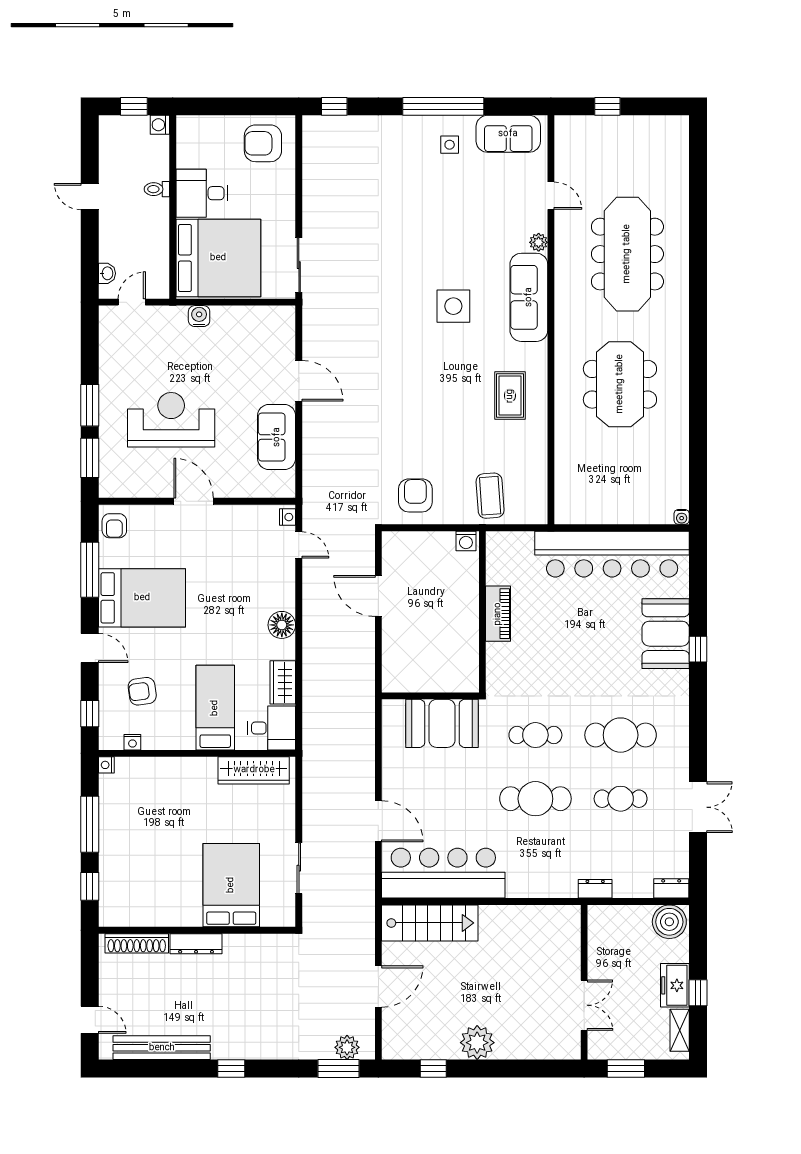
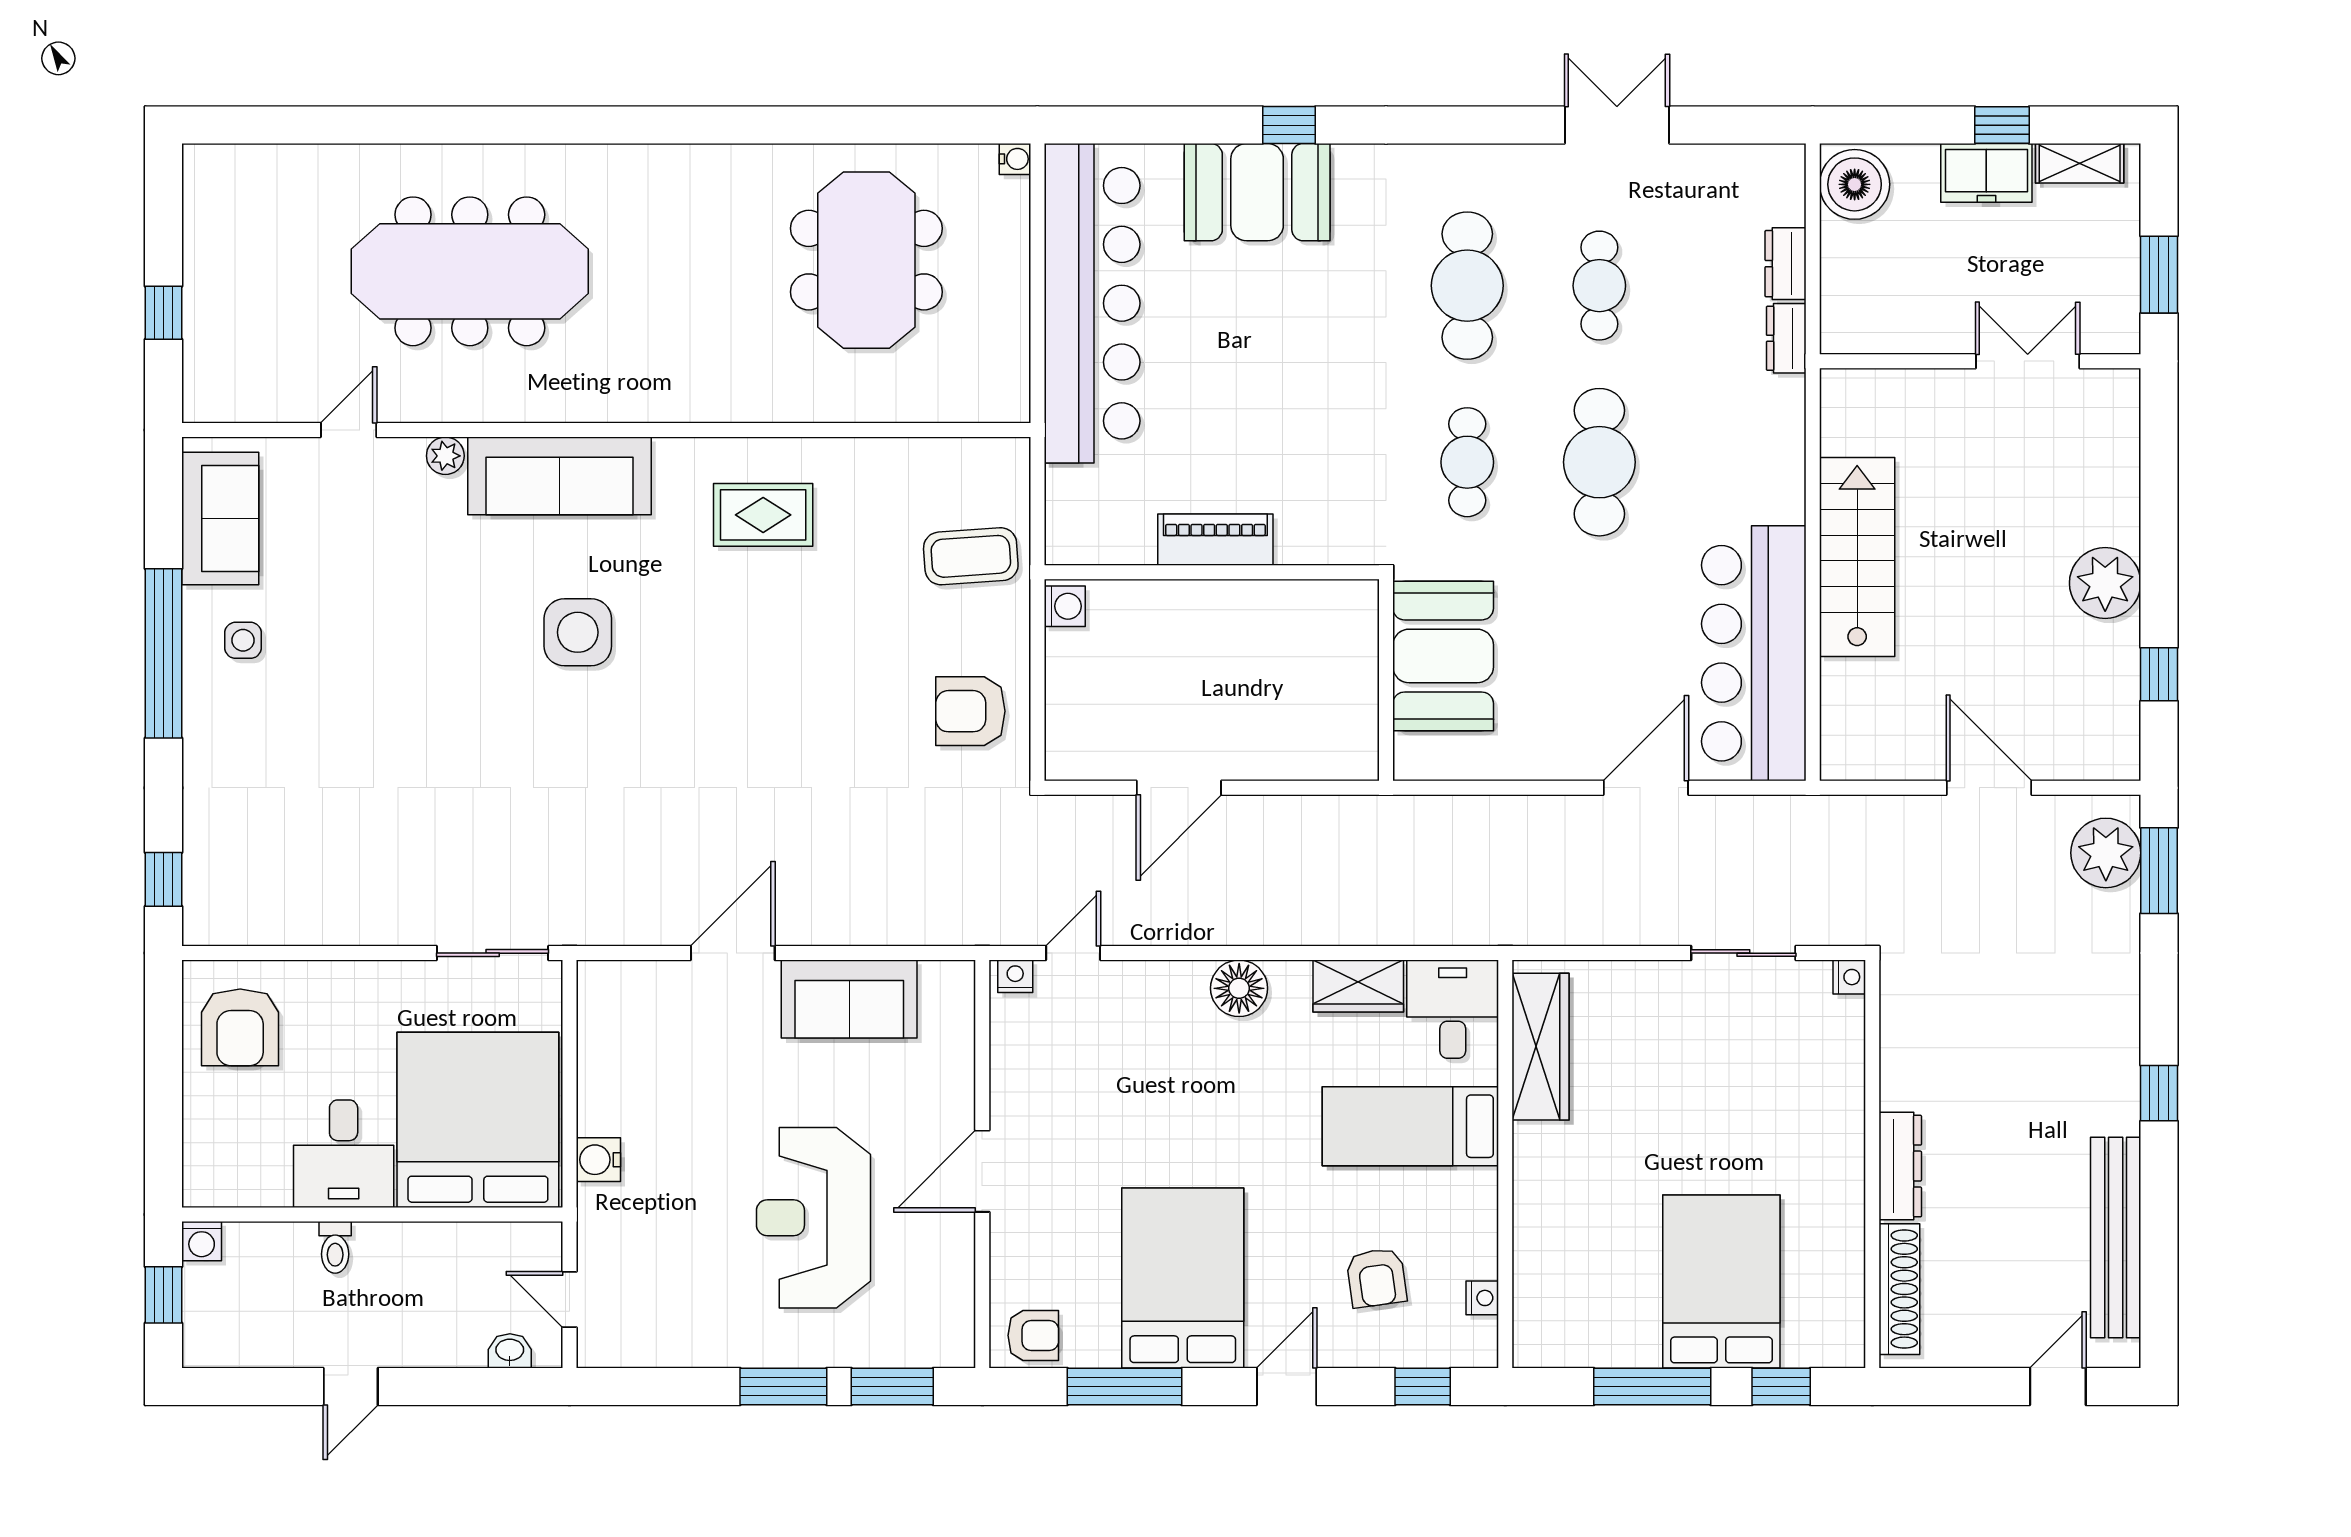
meeting table: (620, 384) -> (866, 260), moved, turned 90
nightstand: (106, 765) -> (1849, 977), moved, turned -90
bed: (231, 885) -> (1721, 1281), moved, turned 90
dresser: (671, 888) -> (1785, 264), moved
stairs: (430, 923) -> (1857, 557), moved
plant: (347, 1047) -> (2106, 853), width x1.36, depth x1.36

